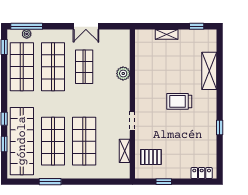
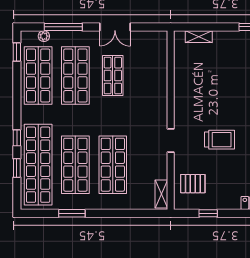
window: (27, 26) -> (63, 27), moved
shelving: (167, 34) -> (199, 37), moved
plant: (123, 73) -> (160, 84), removed
trolley: (179, 101) -> (220, 140), moved, turned 180
shelving: (125, 151) -> (161, 194), moved

